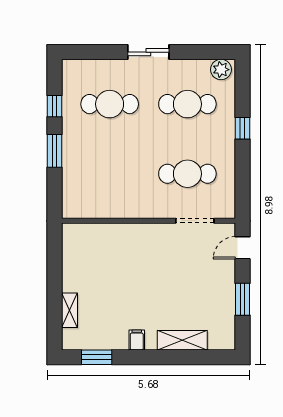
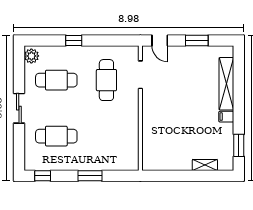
cafe table: (110, 104) -> (56, 136), turned 90
cafe table: (187, 104) -> (56, 80), turned 90
window: (55, 106) -> (43, 176), moved
shelving: (182, 340) -> (226, 84), width x1.47

